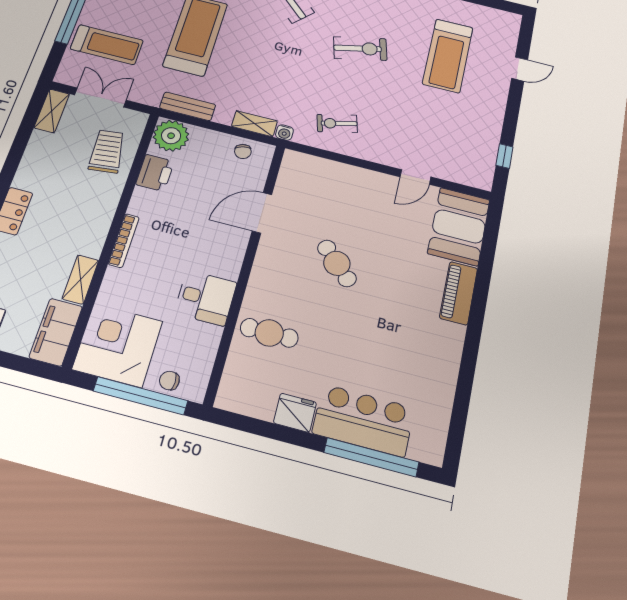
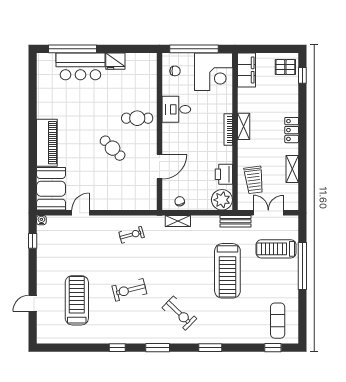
double door: (100, 98) -> (268, 213), swing flipped
bench: (188, 106) -> (235, 221), moved
shelving: (52, 111) -> (292, 169), moved
water cooler: (284, 133) -> (41, 220), moved
shelving: (80, 280) -> (244, 126), moved
piano: (459, 293) -> (47, 143), width x1.37, depth x1.33
cafe table: (269, 333) -> (137, 118), moved
chair: (169, 381) -> (175, 71), moved

